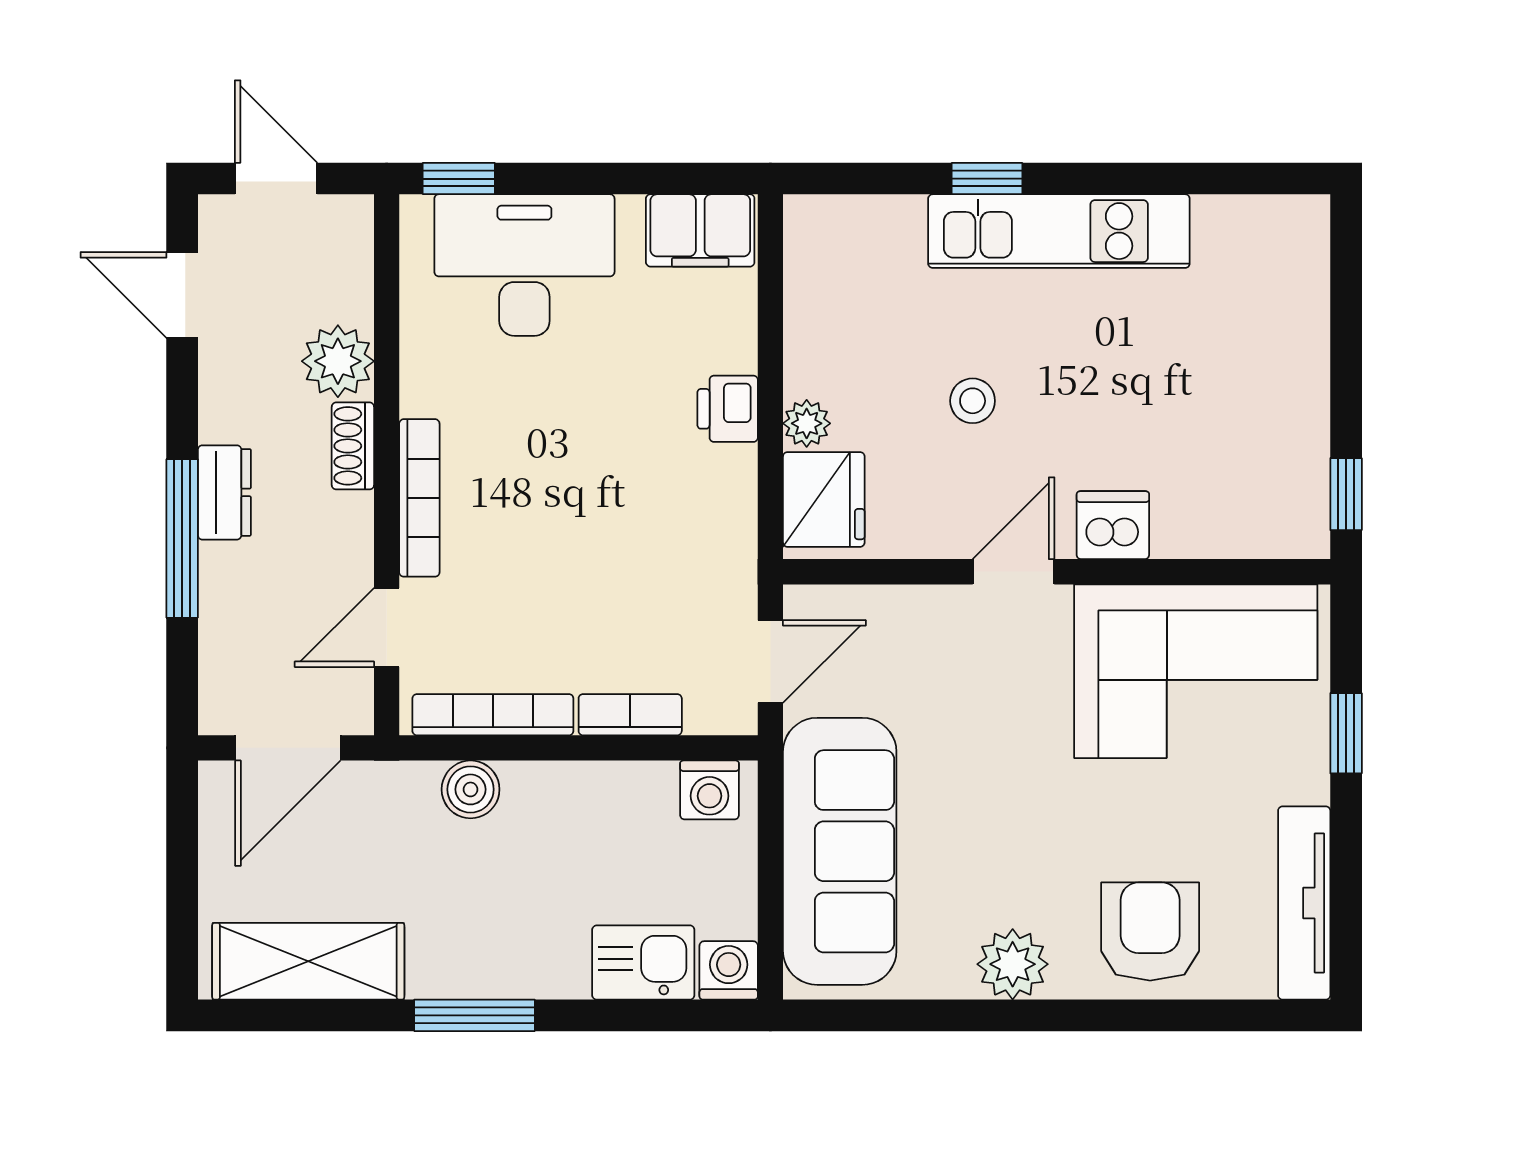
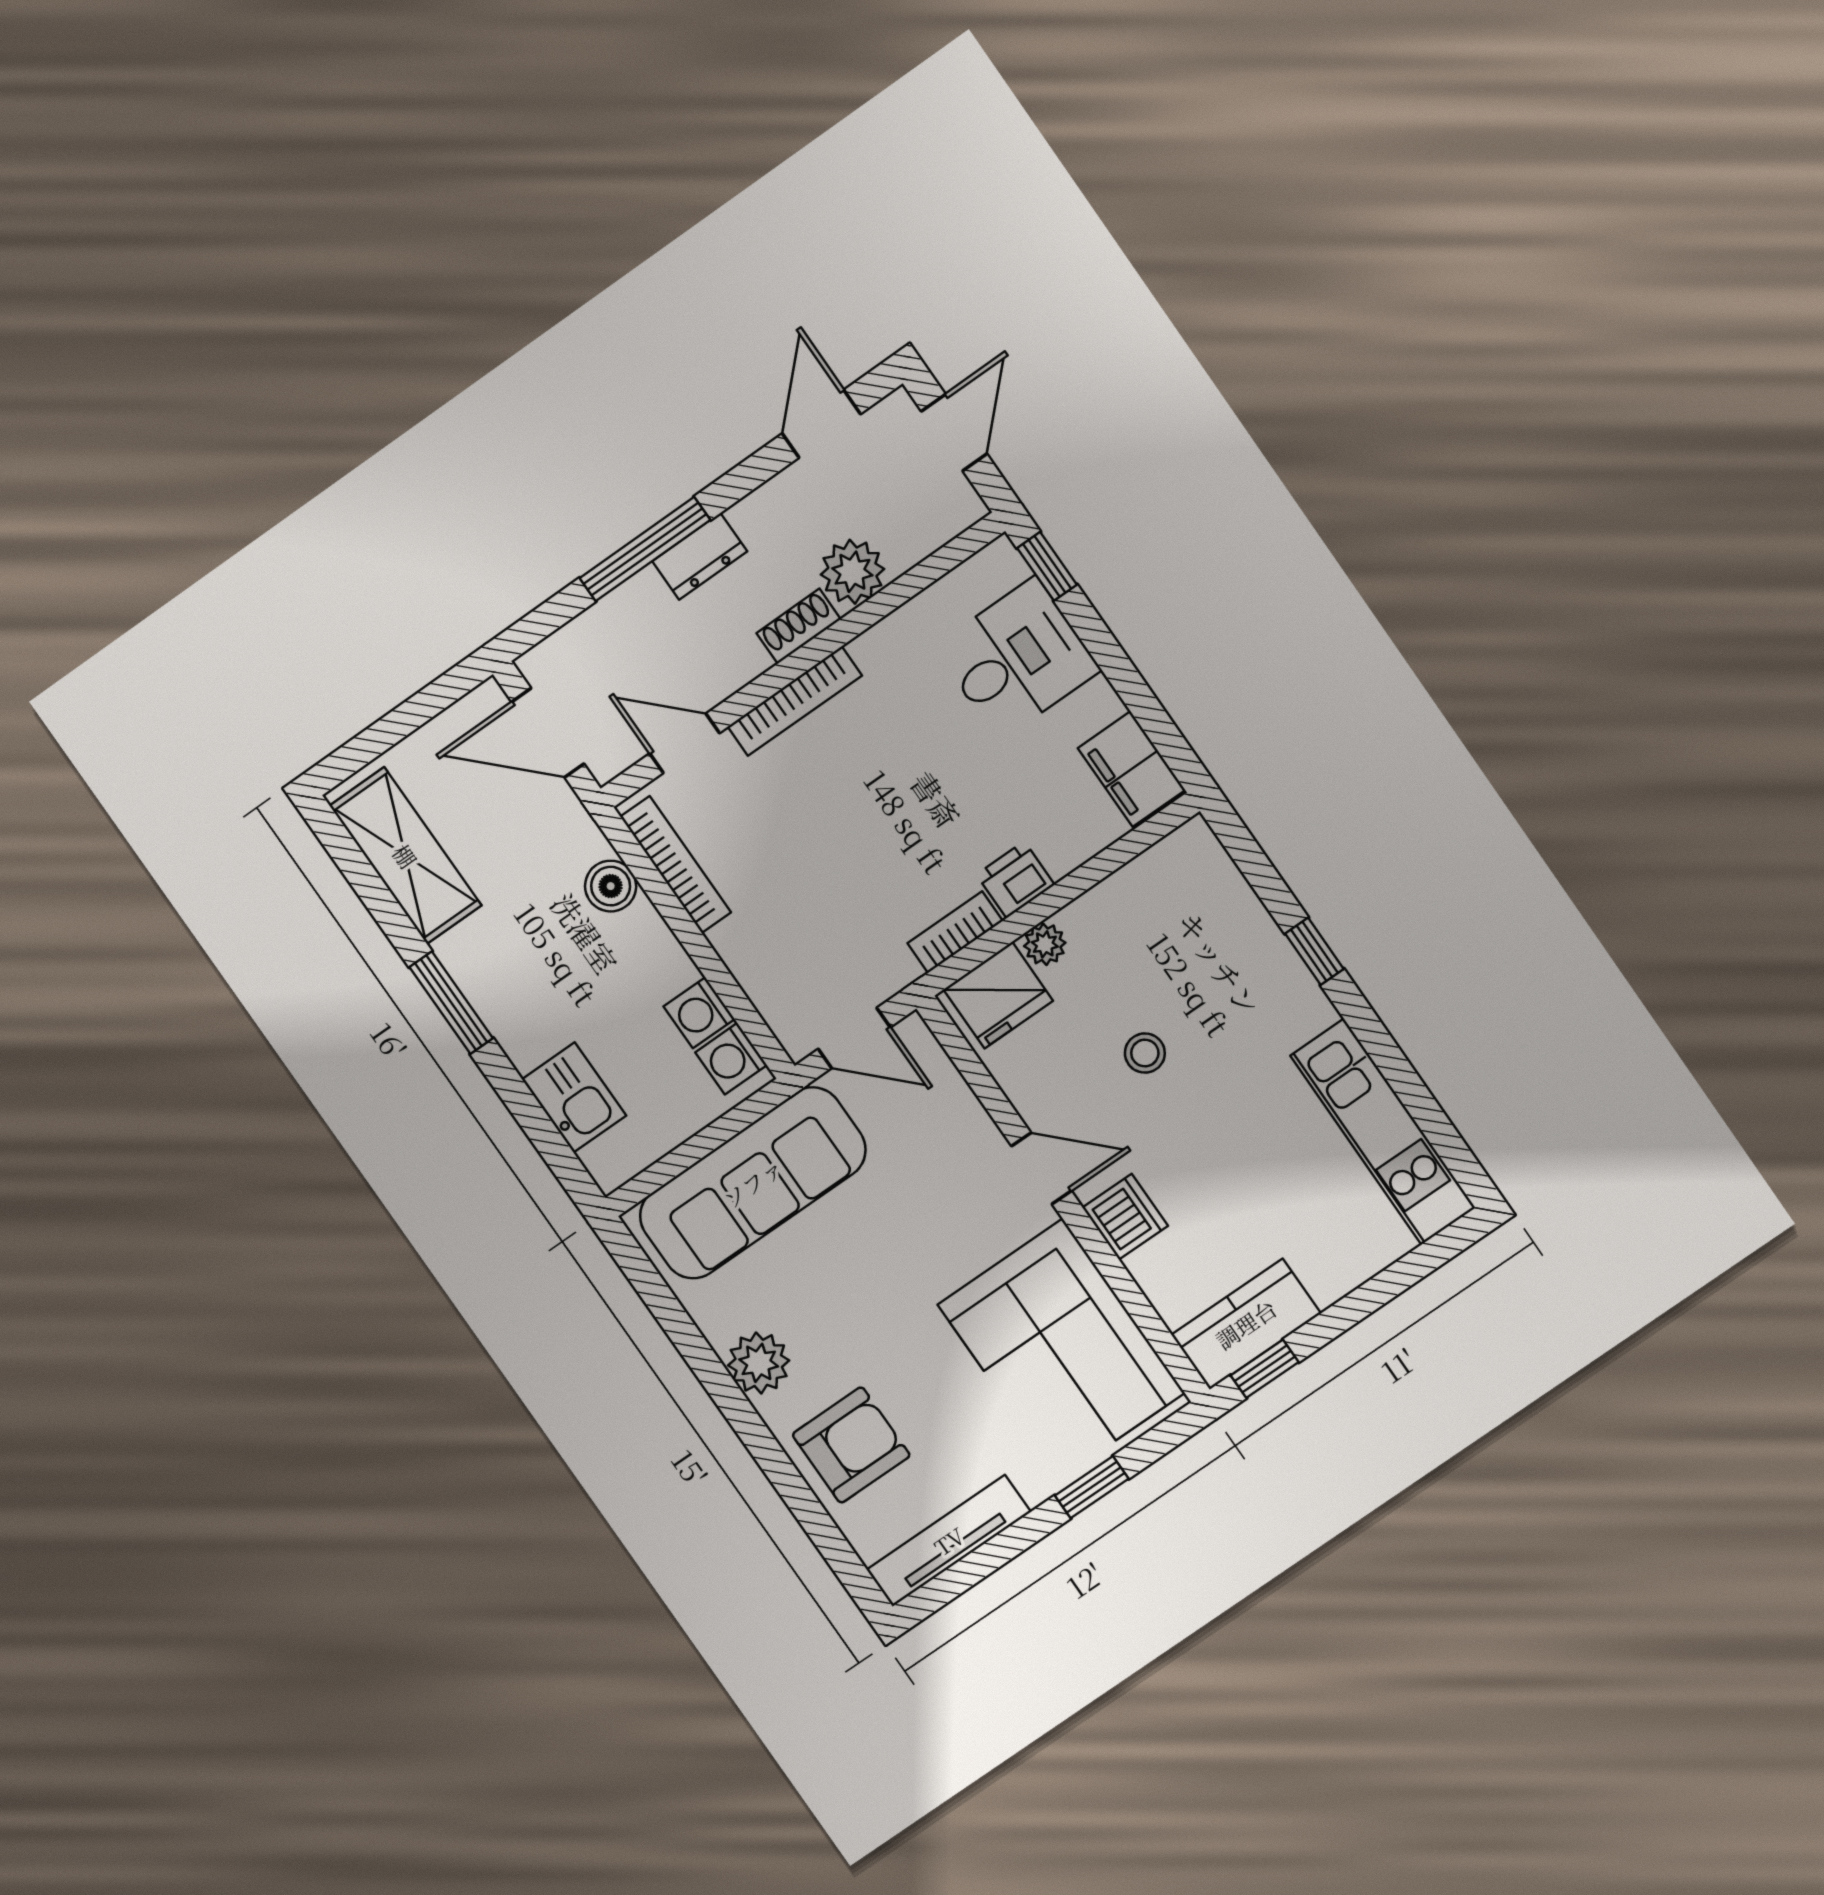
kitchen unit: (1059, 231) -> (1383, 1132), moved
desk: (524, 265) -> (1017, 659), width x0.73
kitchen counter: (1292, 482) -> (1246, 1324), added
bookcase: (630, 715) -> (955, 932), moved, turned -90
washing machine: (729, 970) -> (699, 1013), moved, turned 180

